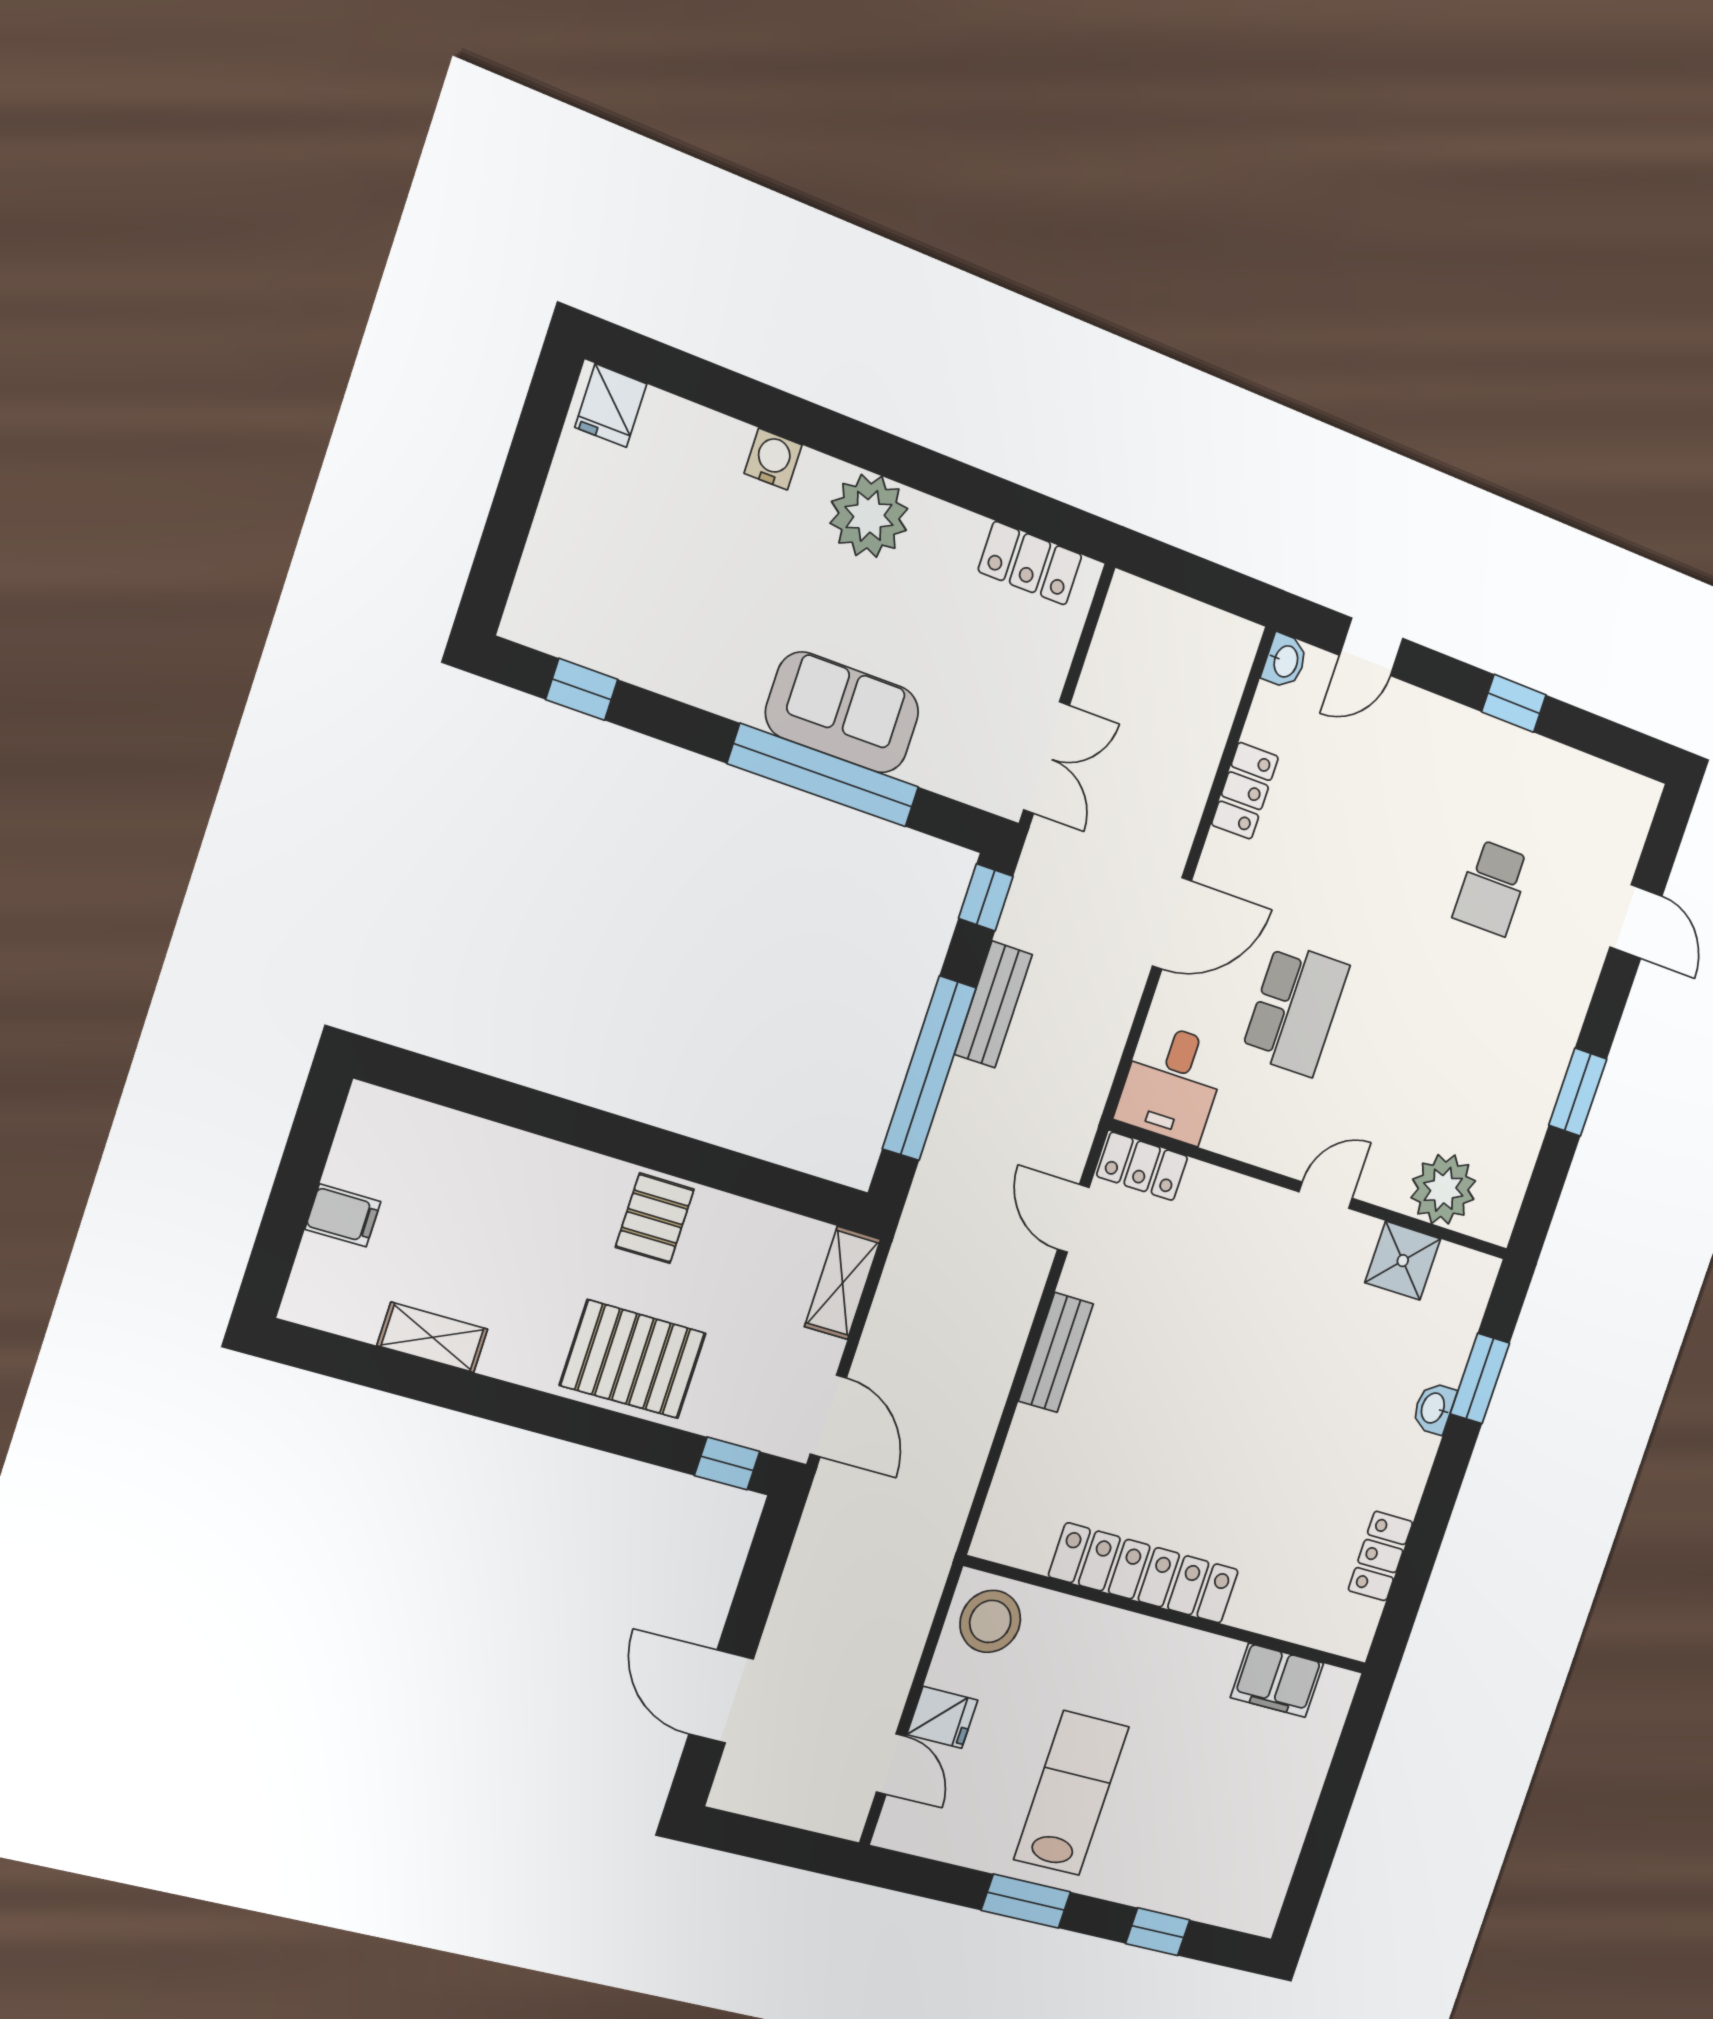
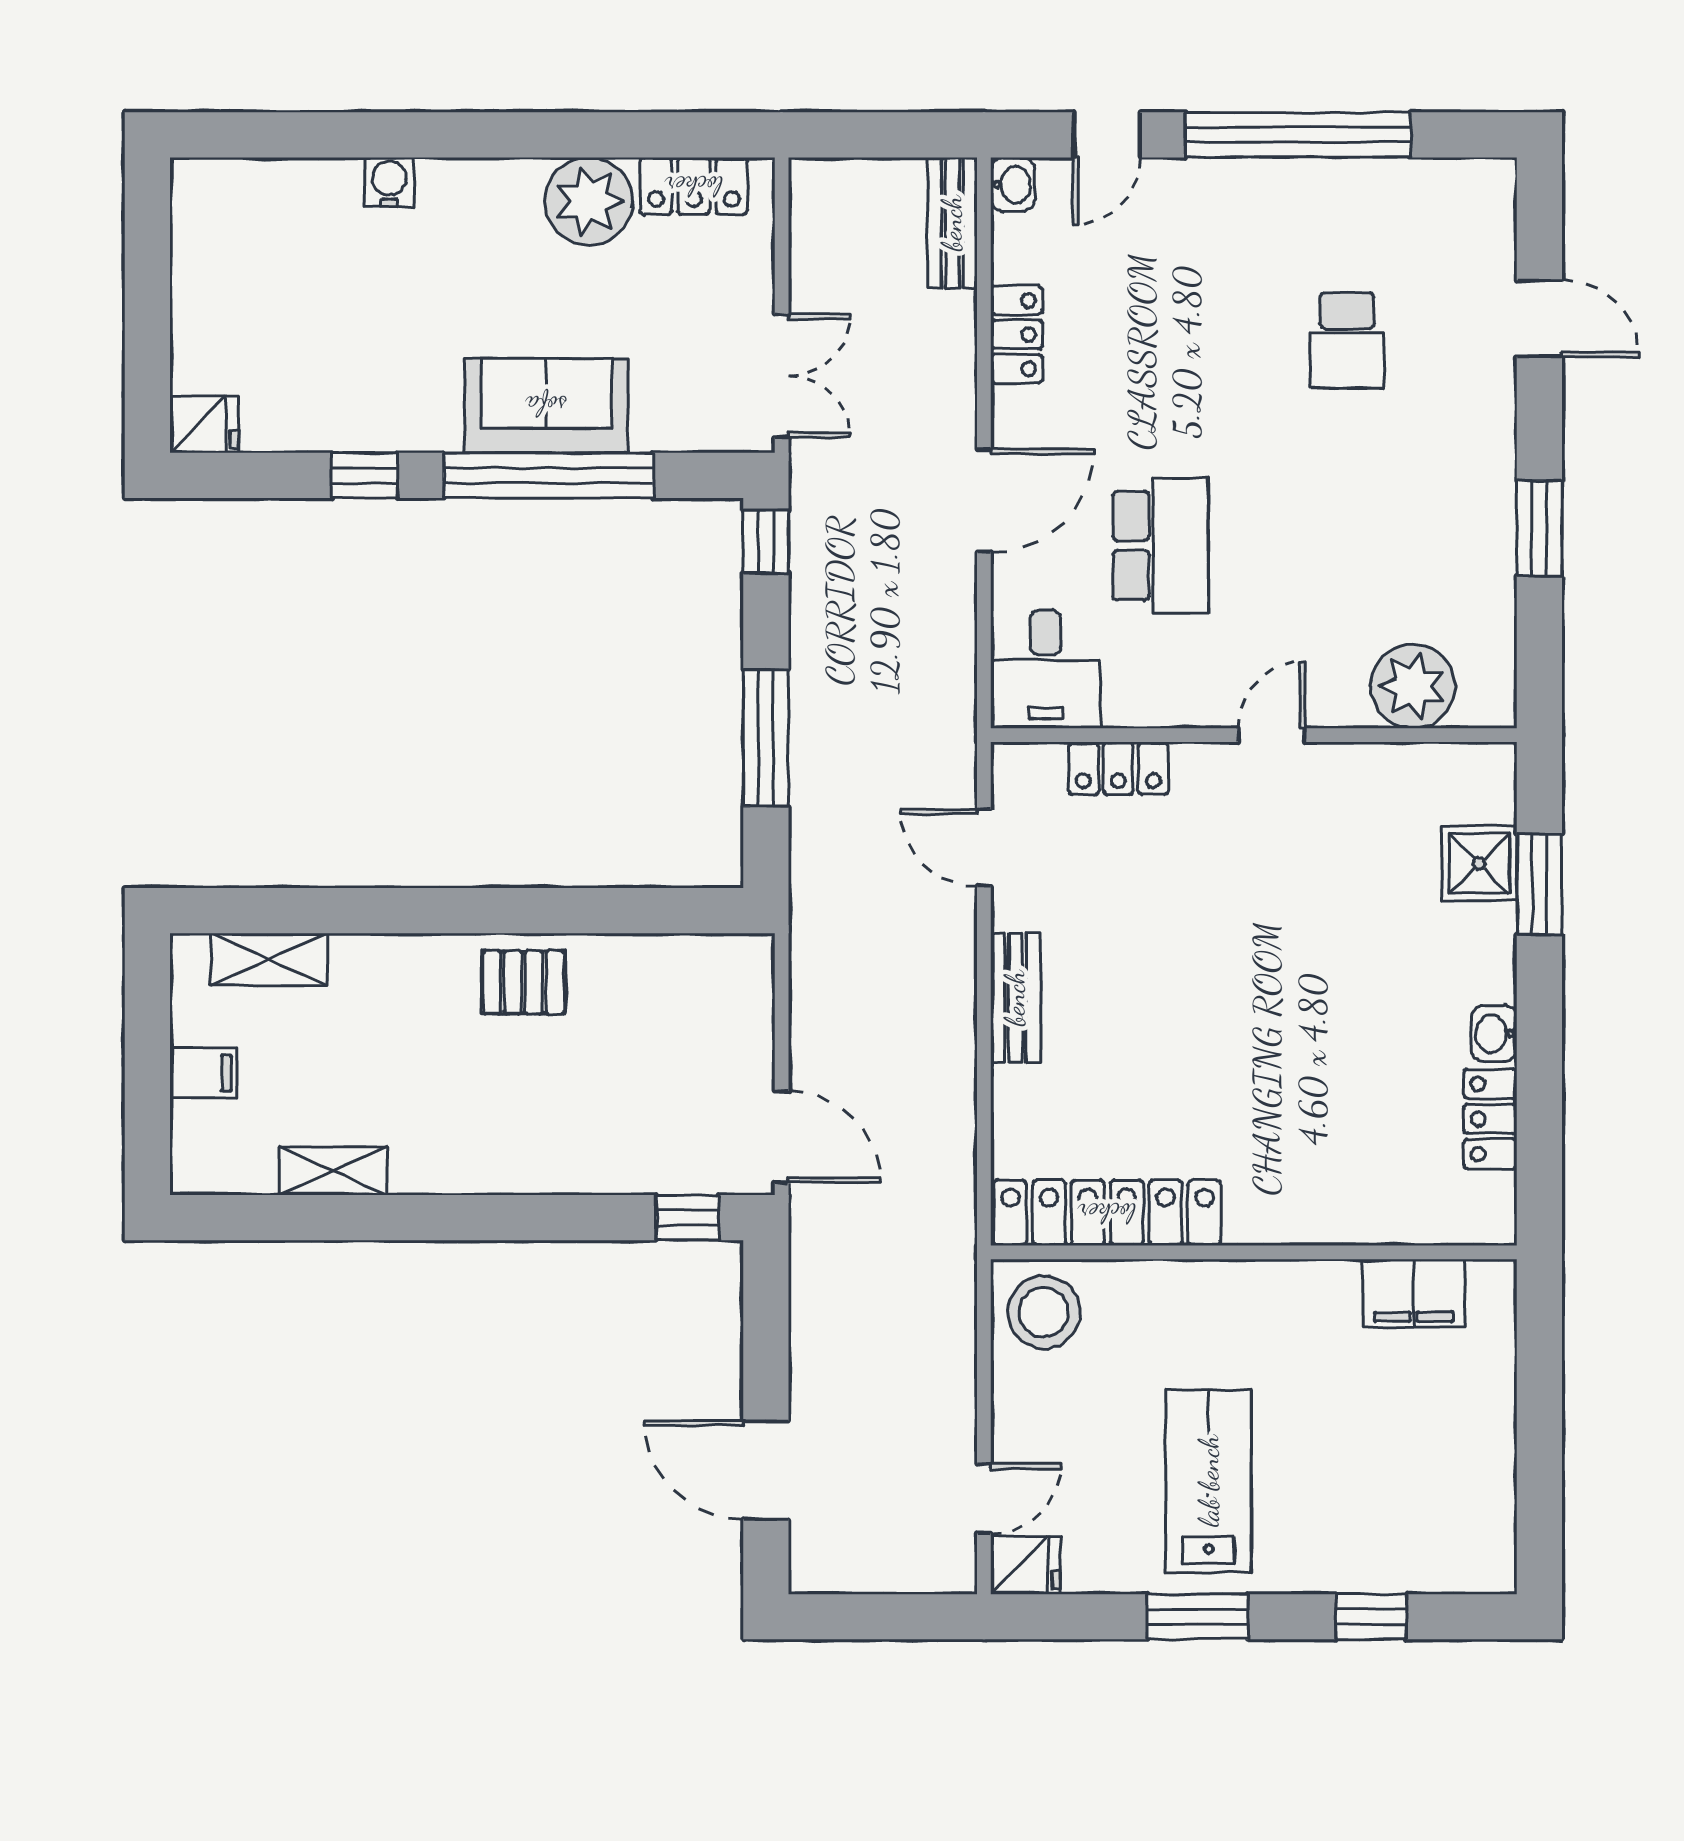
fridge: (611, 406) -> (204, 424), moved, turned -90
plant: (869, 516) -> (589, 201), moved
window: (582, 689) -> (364, 475), moved
window: (1514, 703) -> (1298, 135), width x3.17
bench: (993, 1004) -> (952, 223), moved
window: (929, 1068) -> (766, 738), width x0.68
locker: (1142, 1166) -> (1118, 768), moved
pallet: (655, 1218) -> (523, 982), turned 90
shower: (1403, 1261) -> (1479, 863), moved
shelving: (843, 1283) -> (269, 959), moved, turned 90
pallet: (633, 1359) -> (549, 1135), removed
washbasin: (1434, 1408) -> (1494, 1034), moved
locker: (1144, 1573) -> (1107, 1213), moved
fridge: (942, 1717) -> (1025, 1565), moved
door: (891, 1764) -> (984, 1499), hinge flipped

